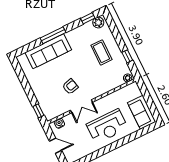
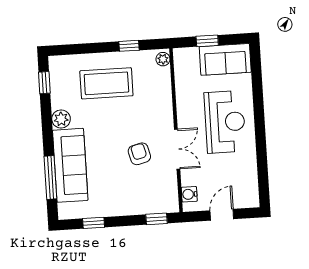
plant: (98, 23) -> (61, 119), moved
window: (53, 35) -> (50, 177), moved
coffee table: (101, 52) -> (106, 83), width x1.36, depth x1.32
window: (22, 77) -> (94, 223), added
window: (148, 98) -> (207, 41), added

